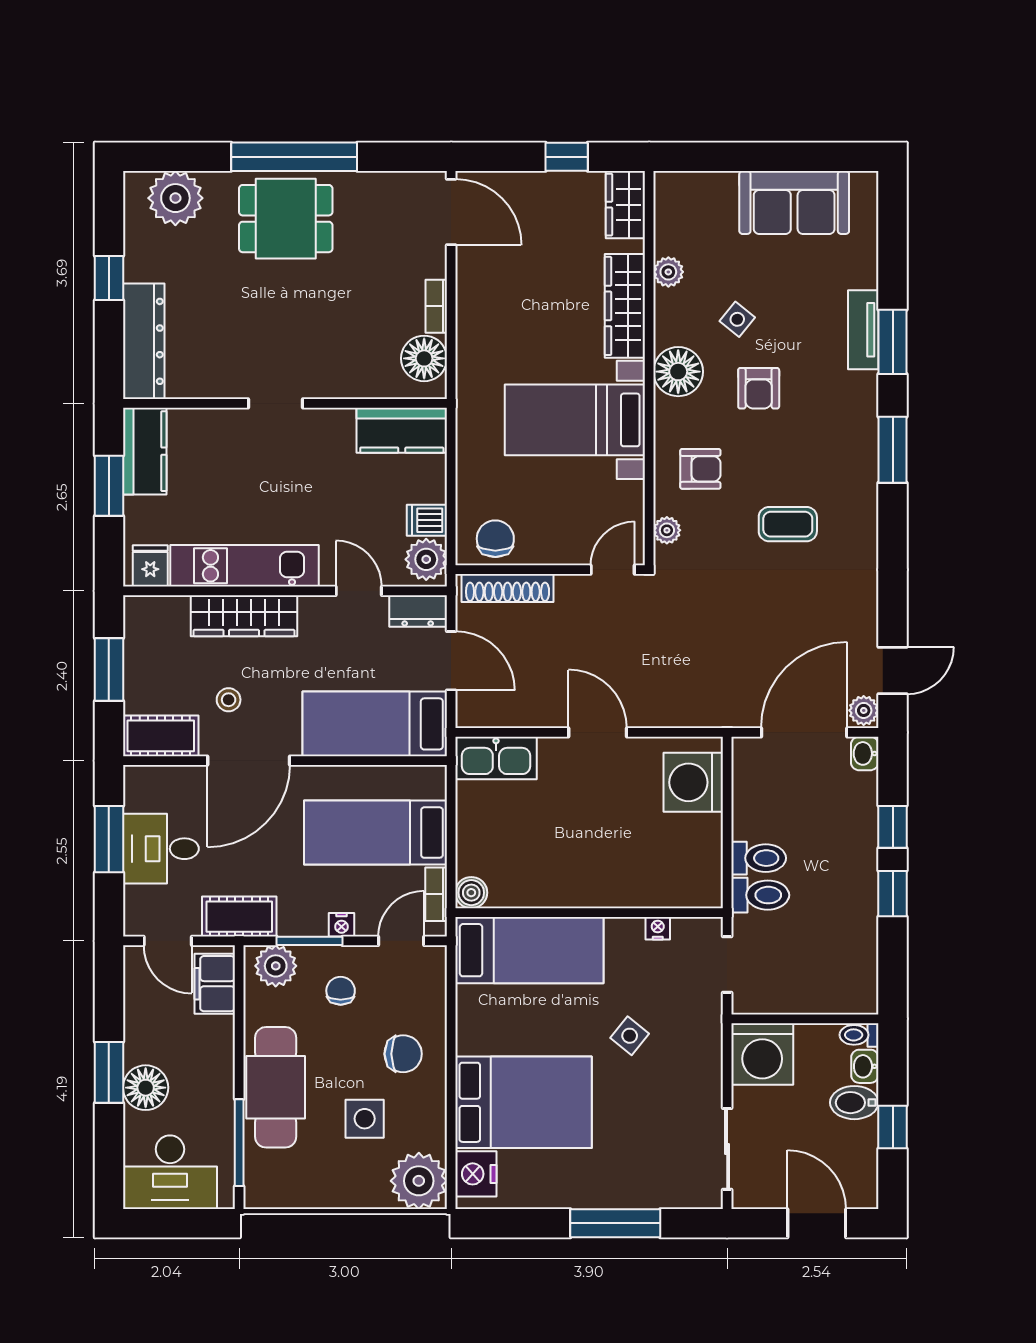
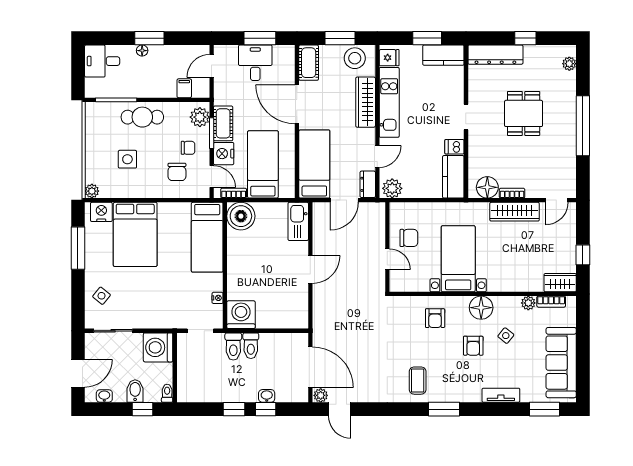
plant: (175, 198) -> (569, 64), width x0.53, depth x0.53
sofa: (794, 202) -> (561, 363), width x1.36
door: (451, 212) -> (557, 200), width x0.73
dining table: (286, 219) -> (524, 113), moved
bookcase: (665, 224) -> (551, 302), added
wardrobe: (625, 306) -> (515, 212), moved, turned 180
window: (893, 342) -> (545, 409), moved
armchair: (759, 388) -> (473, 346), turned -90
dishwasher: (427, 520) -> (454, 147), moved, turned -90
coffee table: (788, 524) -> (418, 381), moved
plant: (667, 530) -> (406, 302), removed
chair: (495, 539) -> (409, 238), moved
door: (613, 570) -> (387, 259), moved
shoe rack: (508, 588) -> (379, 227), removed
stool: (229, 700) -> (355, 58), moved, width x1.89, depth x1.89
washbasin: (865, 753) -> (267, 396), moved
washing machine: (693, 782) -> (241, 315), moved
boiler: (471, 893) -> (241, 216), width x1.86, depth x1.86
cot: (239, 917) -> (223, 123), moved
nightstand: (342, 925) -> (224, 154), width x1.89, depth x1.79
filing cabinet: (215, 984) -> (184, 88), width x0.50
side table: (630, 1036) -> (102, 296), moved
chair: (403, 1054) -> (177, 172), moved
washbasin: (865, 1066) -> (104, 396), moved
cafe table: (276, 1087) -> (142, 117), width x0.73, depth x0.74
floor lamp: (146, 1088) -> (142, 51), width x0.53, depth x0.53
window: (893, 1127) -> (142, 409), moved
desk: (170, 1172) -> (102, 61), width x0.73
plant: (419, 1181) -> (92, 191), width x0.53, depth x0.53
window: (615, 1223) -> (78, 248), moved

